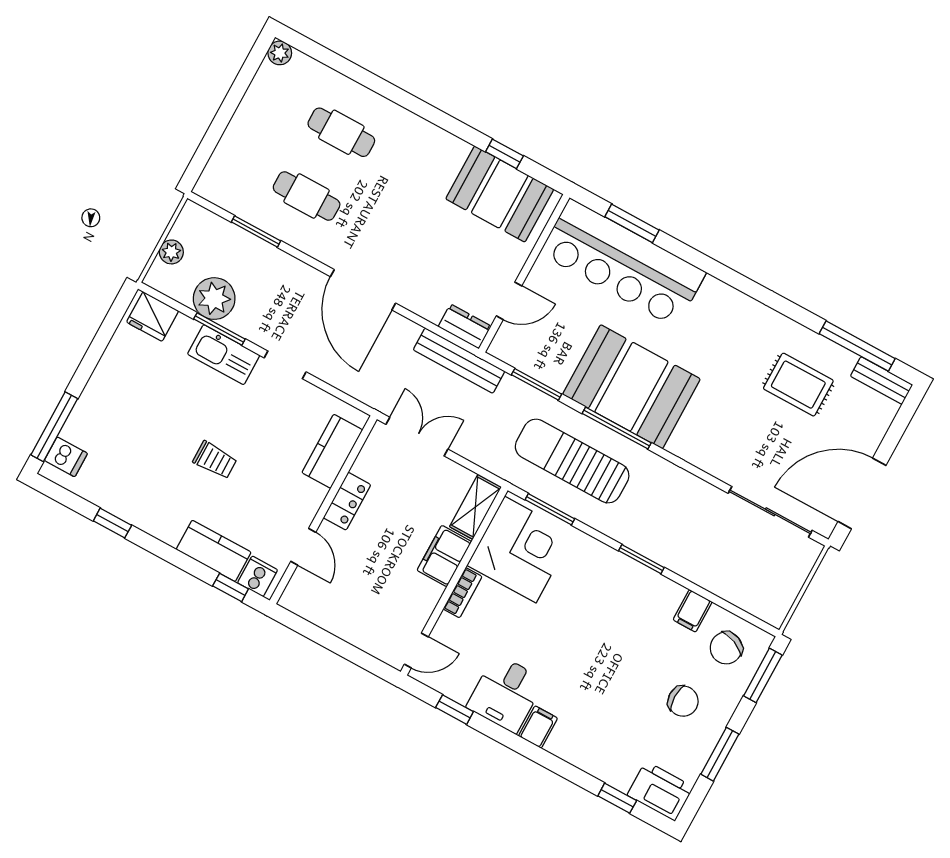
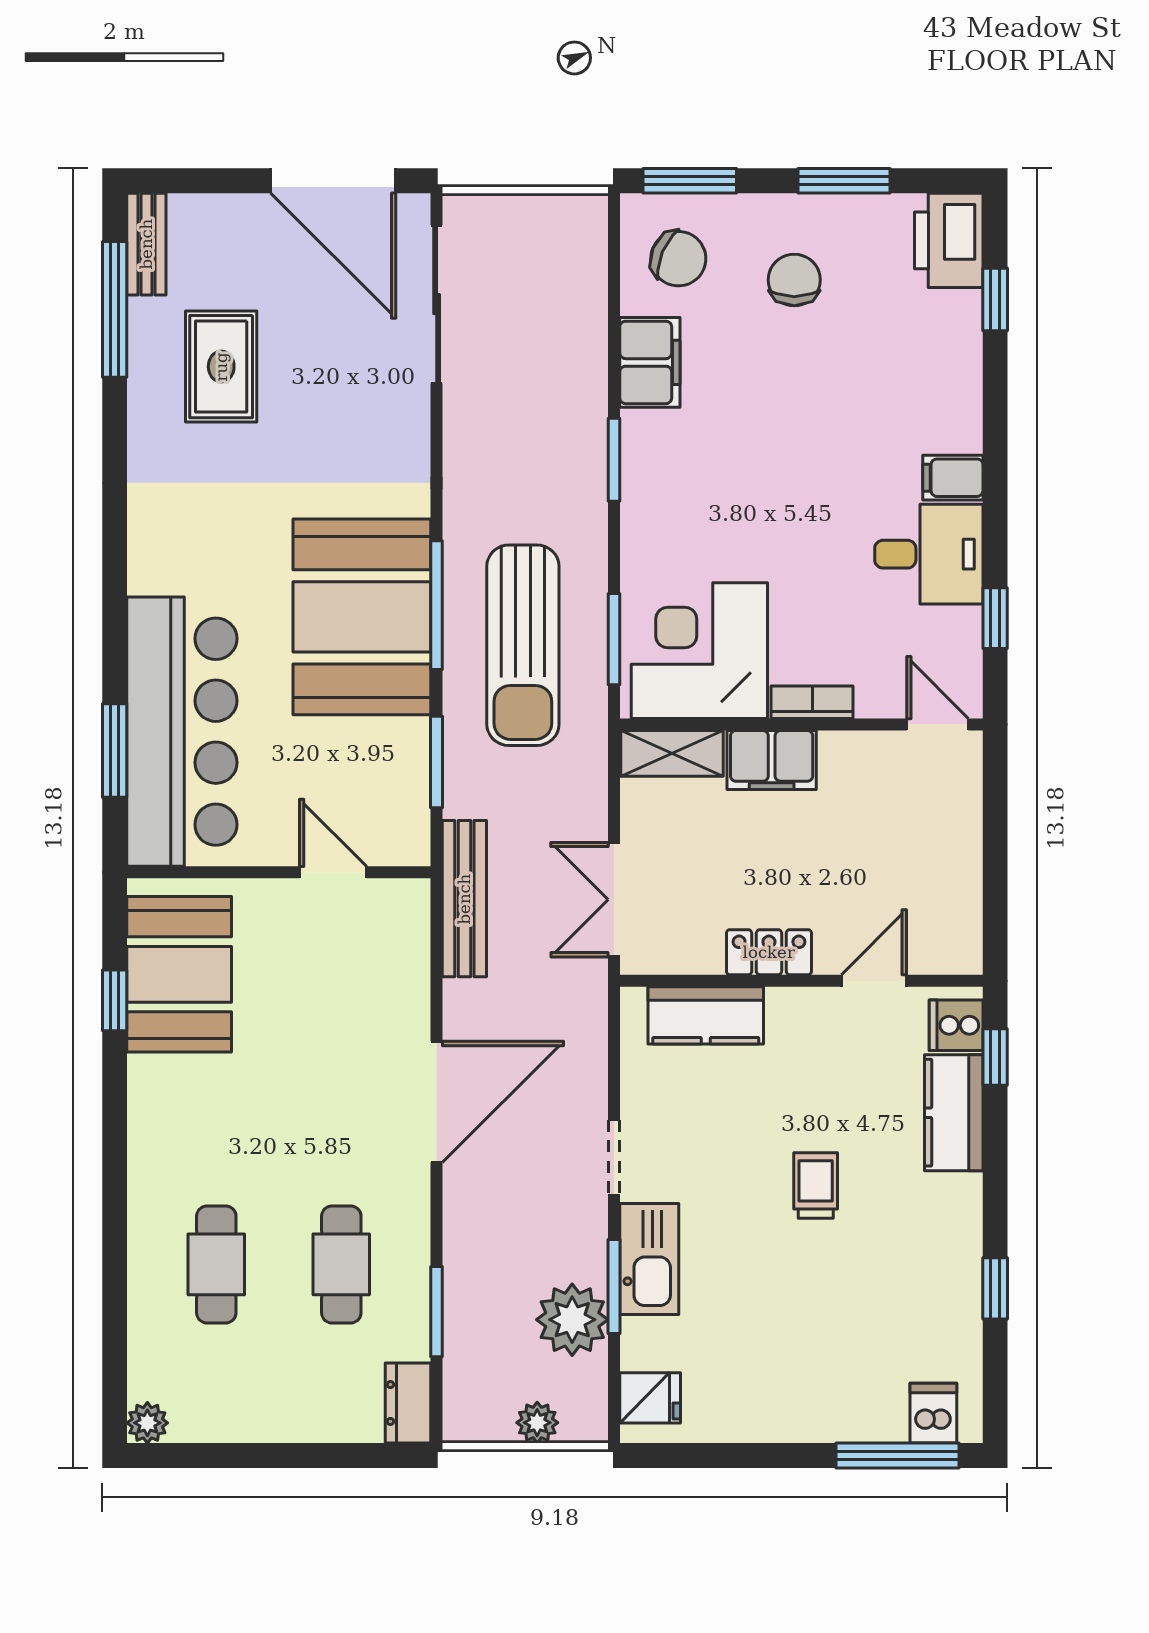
fridge: (153, 316) -> (650, 1398), width x0.72
dresser: (465, 326) -> (408, 1403), moved
filing cabinet: (693, 611) -> (650, 362), width x2.00

